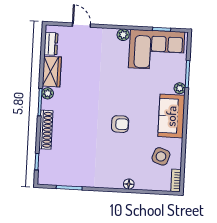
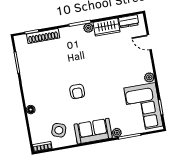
door: (81, 25) -> (149, 42), swing flipped
shoe rack: (46, 130) -> (43, 36), moved

